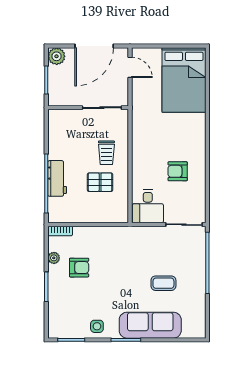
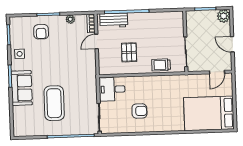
door: (94, 46) -> (232, 44), width x0.53
trolley: (106, 153) -> (161, 65), moved
armchair: (178, 171) -> (139, 111), turned 90
workbench: (57, 178) -> (114, 20), moved
door: (84, 225) -> (97, 41), added
armchair: (79, 268) -> (41, 32), moved
coffee table: (163, 283) -> (54, 103), width x1.86, depth x1.72
sofa: (150, 325) -> (22, 88), width x0.73

